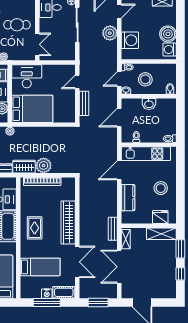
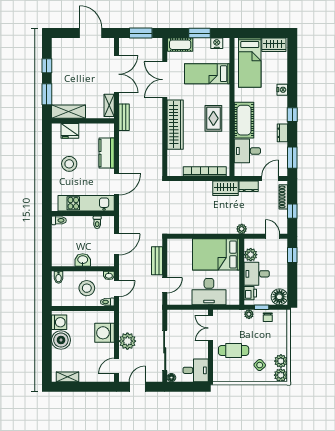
desk: (27, 76) -> (209, 292), moved
plant: (44, 165) -> (203, 190), removed
nightstand: (47, 294) -> (217, 43), moved
window: (47, 302) -> (200, 33), width x0.69

